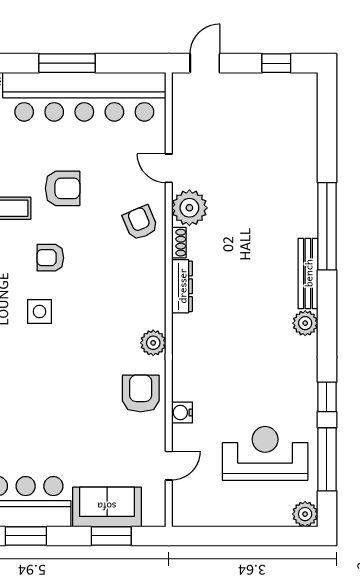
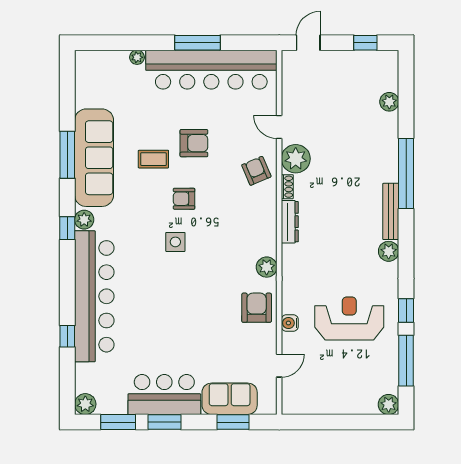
plant: (306, 137) -> (389, 102), added
reception desk: (265, 453) -> (349, 319), moved

